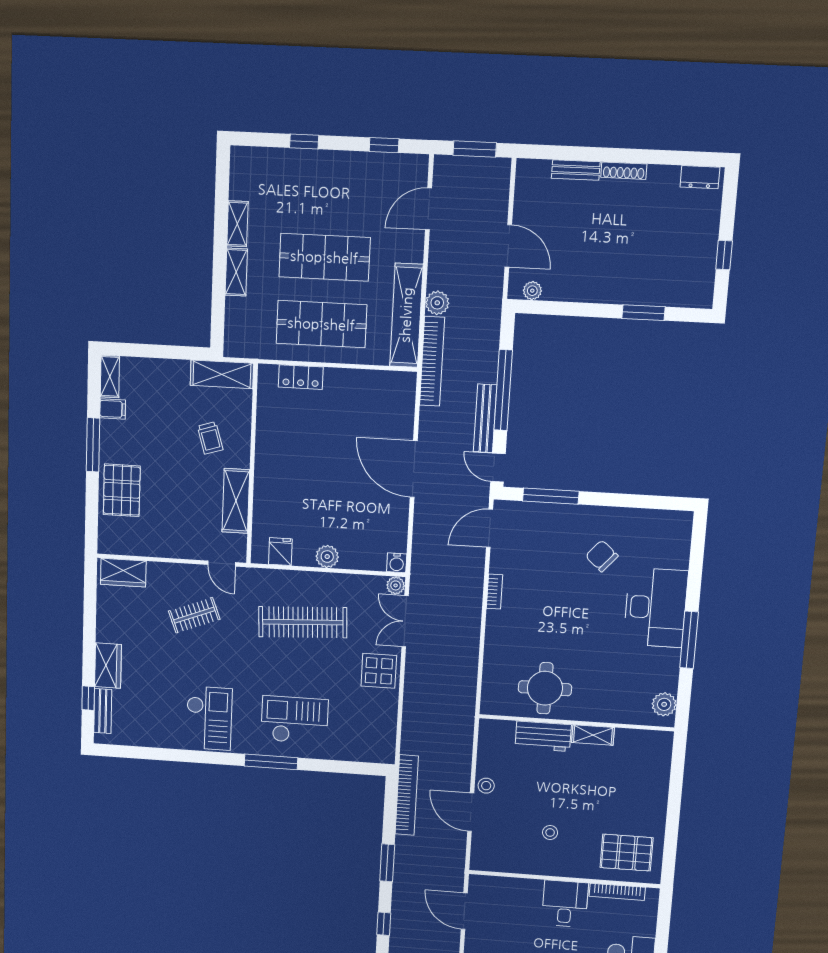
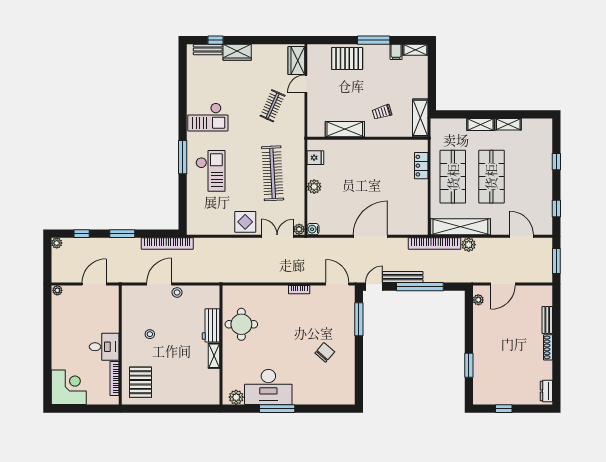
door: (222, 564) -> (306, 84), moved
desk: (656, 608) -> (268, 387), moved
clothes rail: (194, 615) -> (273, 106), turned 45

